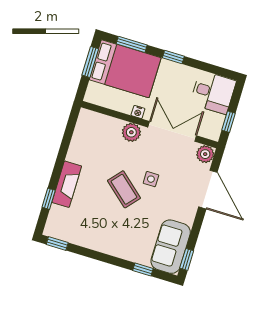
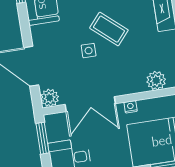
window: (229, 122) -> (43, 138), width x1.50
plant: (131, 132) -> (156, 81), moved

